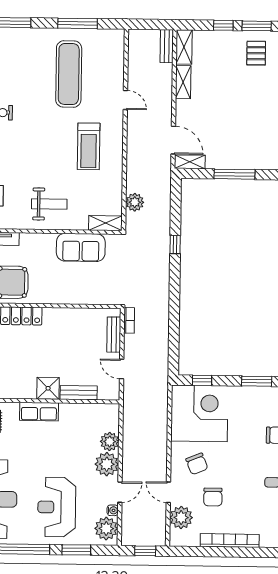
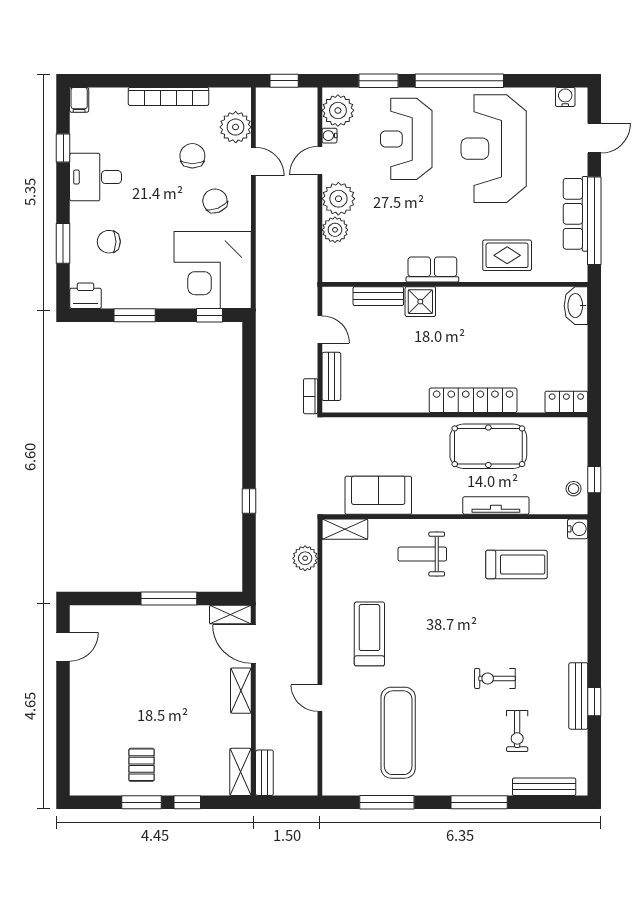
shelving: (183, 82) -> (241, 691), moved
reception desk: (57, 507) -> (406, 139), turned 180

